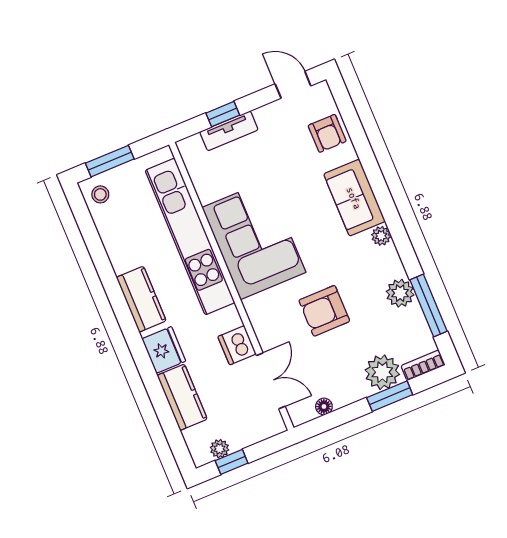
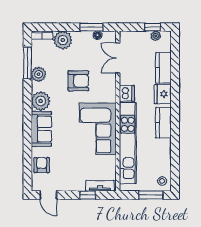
tv unit: (229, 131) -> (100, 186), moved
plant: (381, 236) -> (41, 101), width x1.88, depth x1.88
dishwasher: (237, 345) -> (127, 93), moved
window: (390, 396) -> (91, 27), moved

